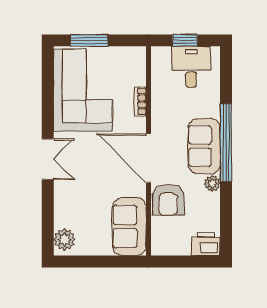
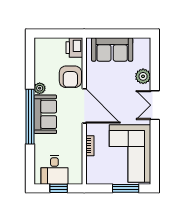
armchair: (168, 200) -> (70, 77), turned 180
sofa: (129, 227) -> (112, 49), moved, turned 90
plant: (64, 239) -> (143, 76), moved
printer: (206, 244) -> (74, 48), moved, turned 90

